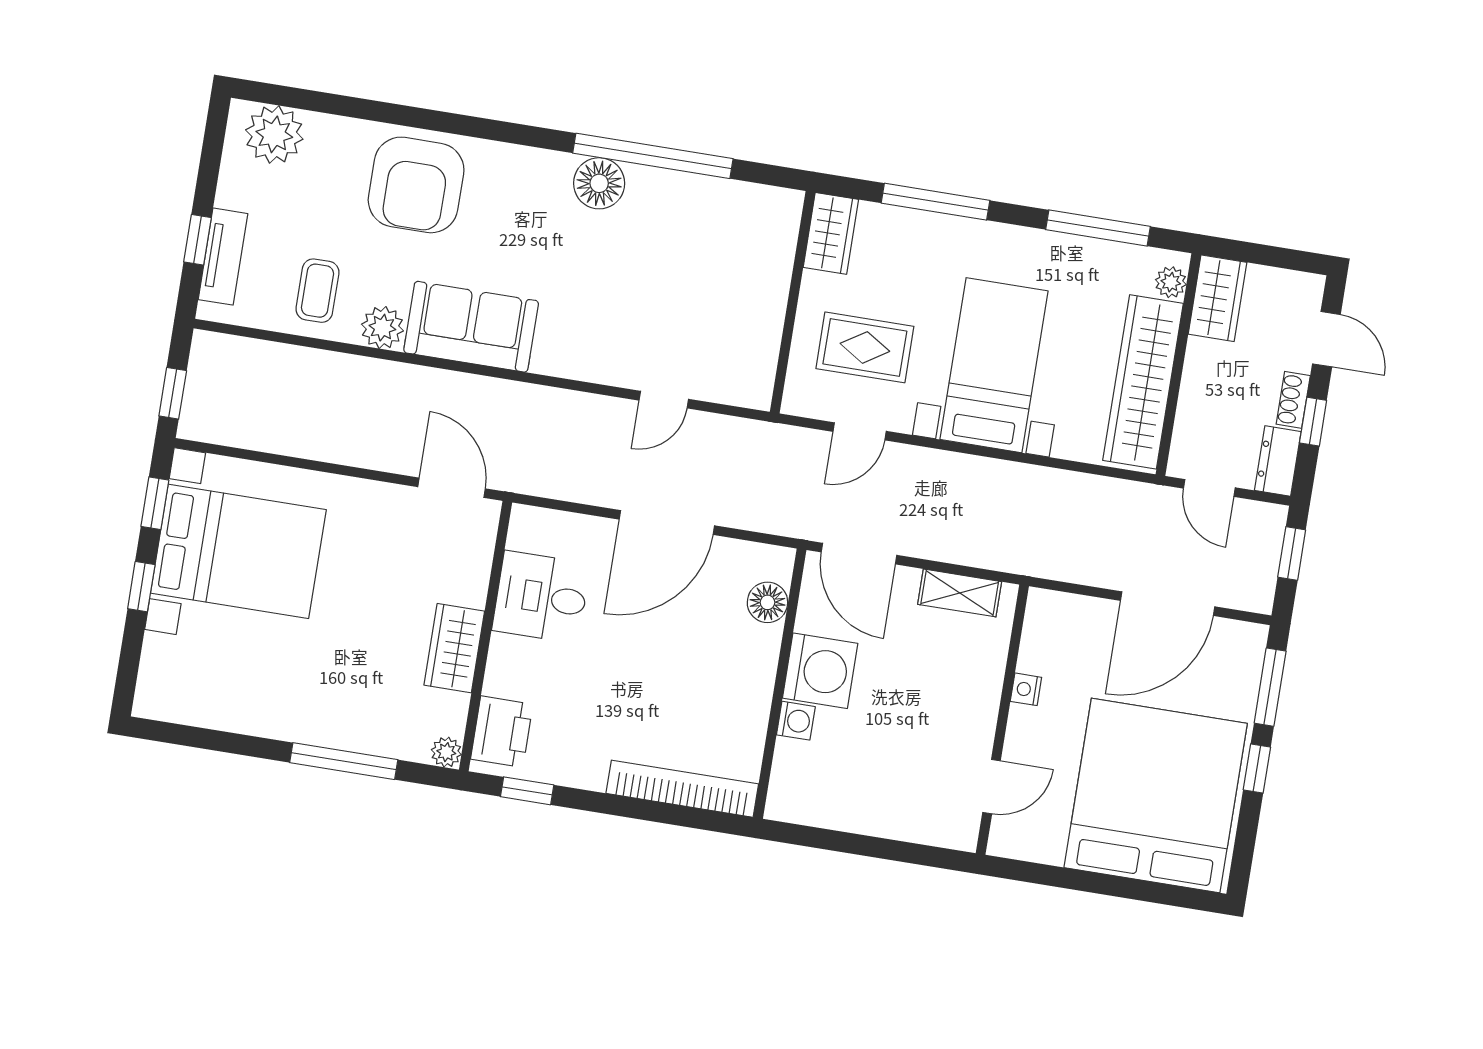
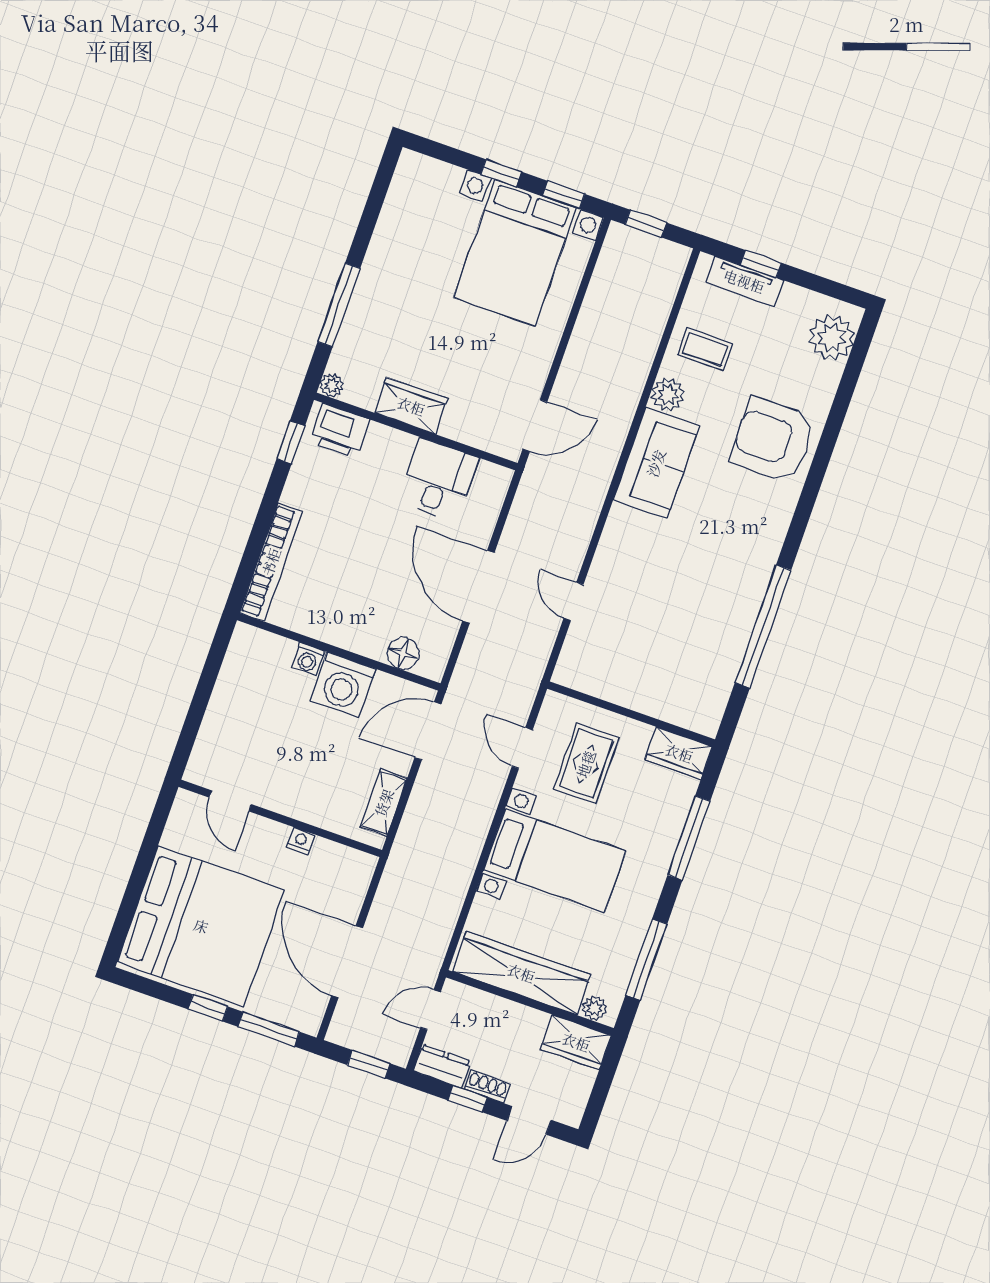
floor lamp: (599, 183) -> (749, 581), removed

